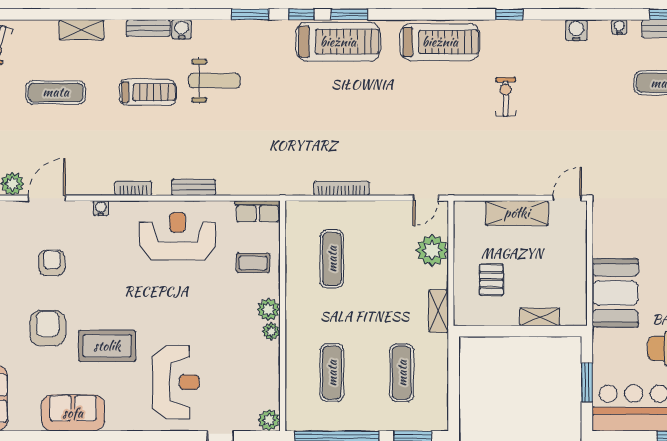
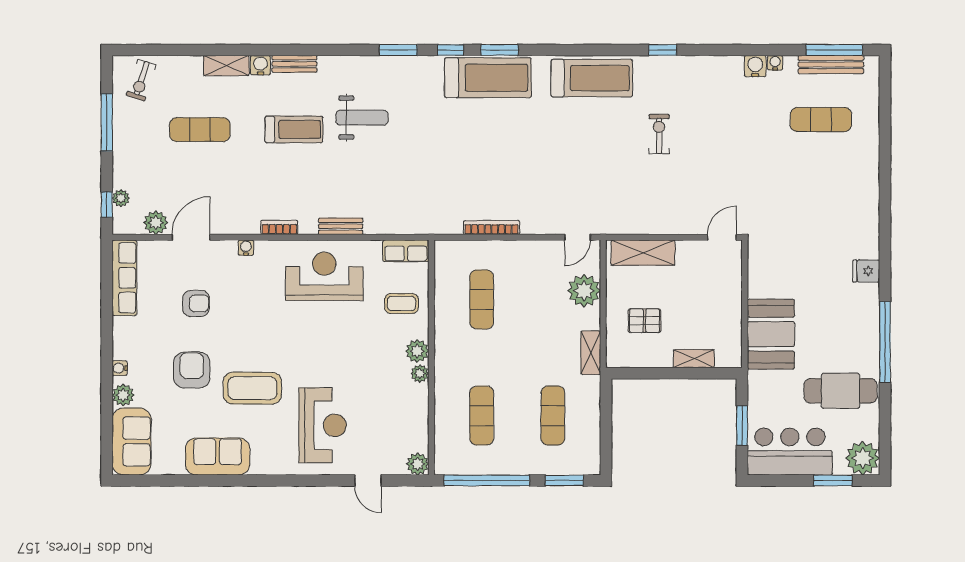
water cooler: (182, 29) -> (260, 65), moved
water cooler: (576, 30) -> (755, 66), moved
shelving: (517, 213) -> (643, 253), moved
armchair: (52, 263) -> (196, 303), turned 90
pallet: (491, 280) -> (645, 321), turned 90

